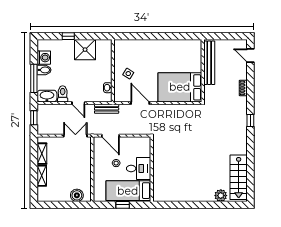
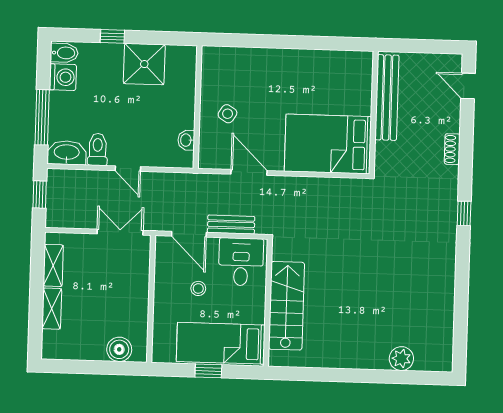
bidet: (44, 70) -> (64, 53), moved
bench: (107, 109) -> (231, 225), moved
desk: (139, 168) -> (241, 262), moved, turned -90
stairs: (239, 177) -> (286, 306), moved, turned 180

